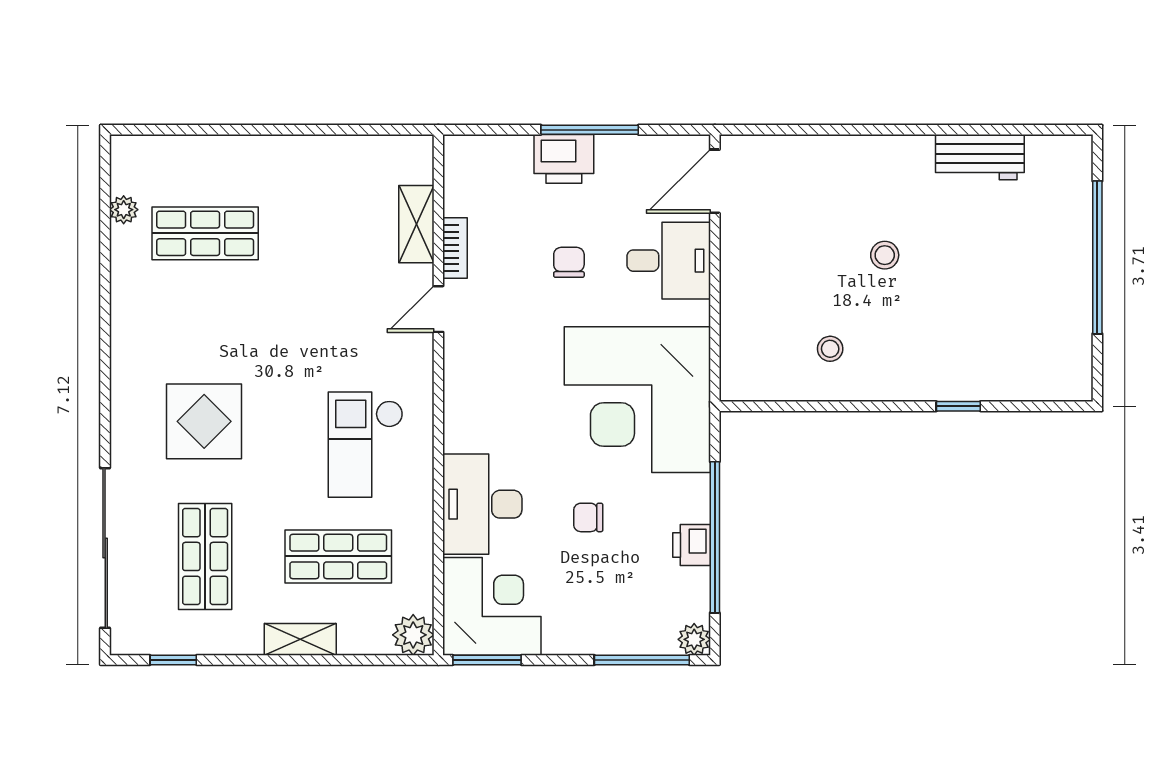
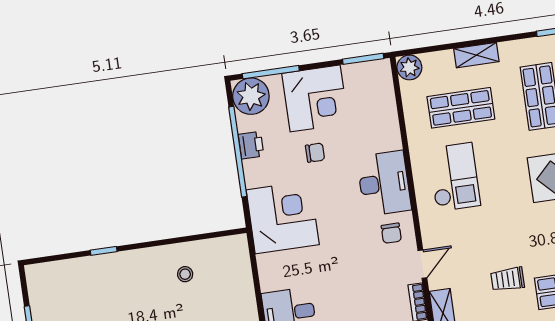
chair: (569, 262) -> (391, 233), moved
trolley: (302, 264) -> (508, 279), added
corner desk: (637, 400) -> (283, 217), width x0.74, depth x0.74
desk: (482, 504) -> (384, 183), moved
corner desk: (492, 606) -> (315, 98), moved, turned -90
plant: (694, 639) -> (251, 96), width x1.88, depth x1.88

